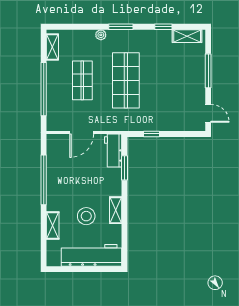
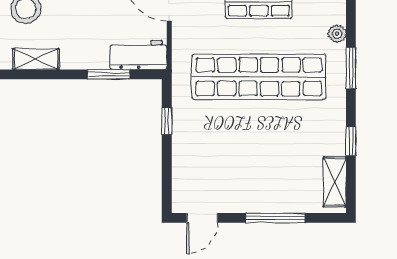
shop shelf: (126, 80) -> (259, 77), width x1.40

